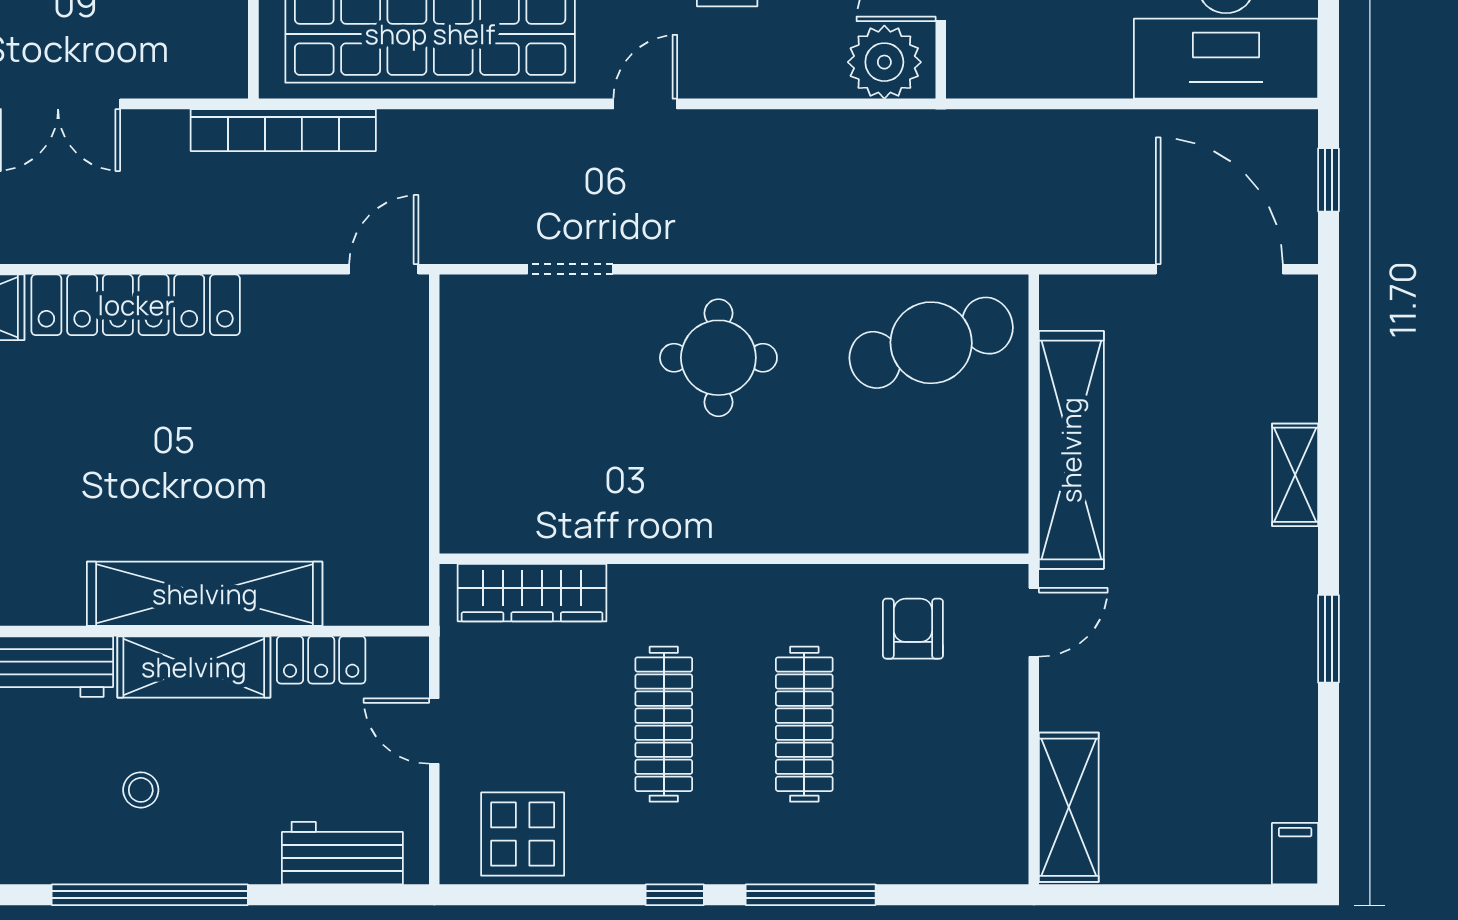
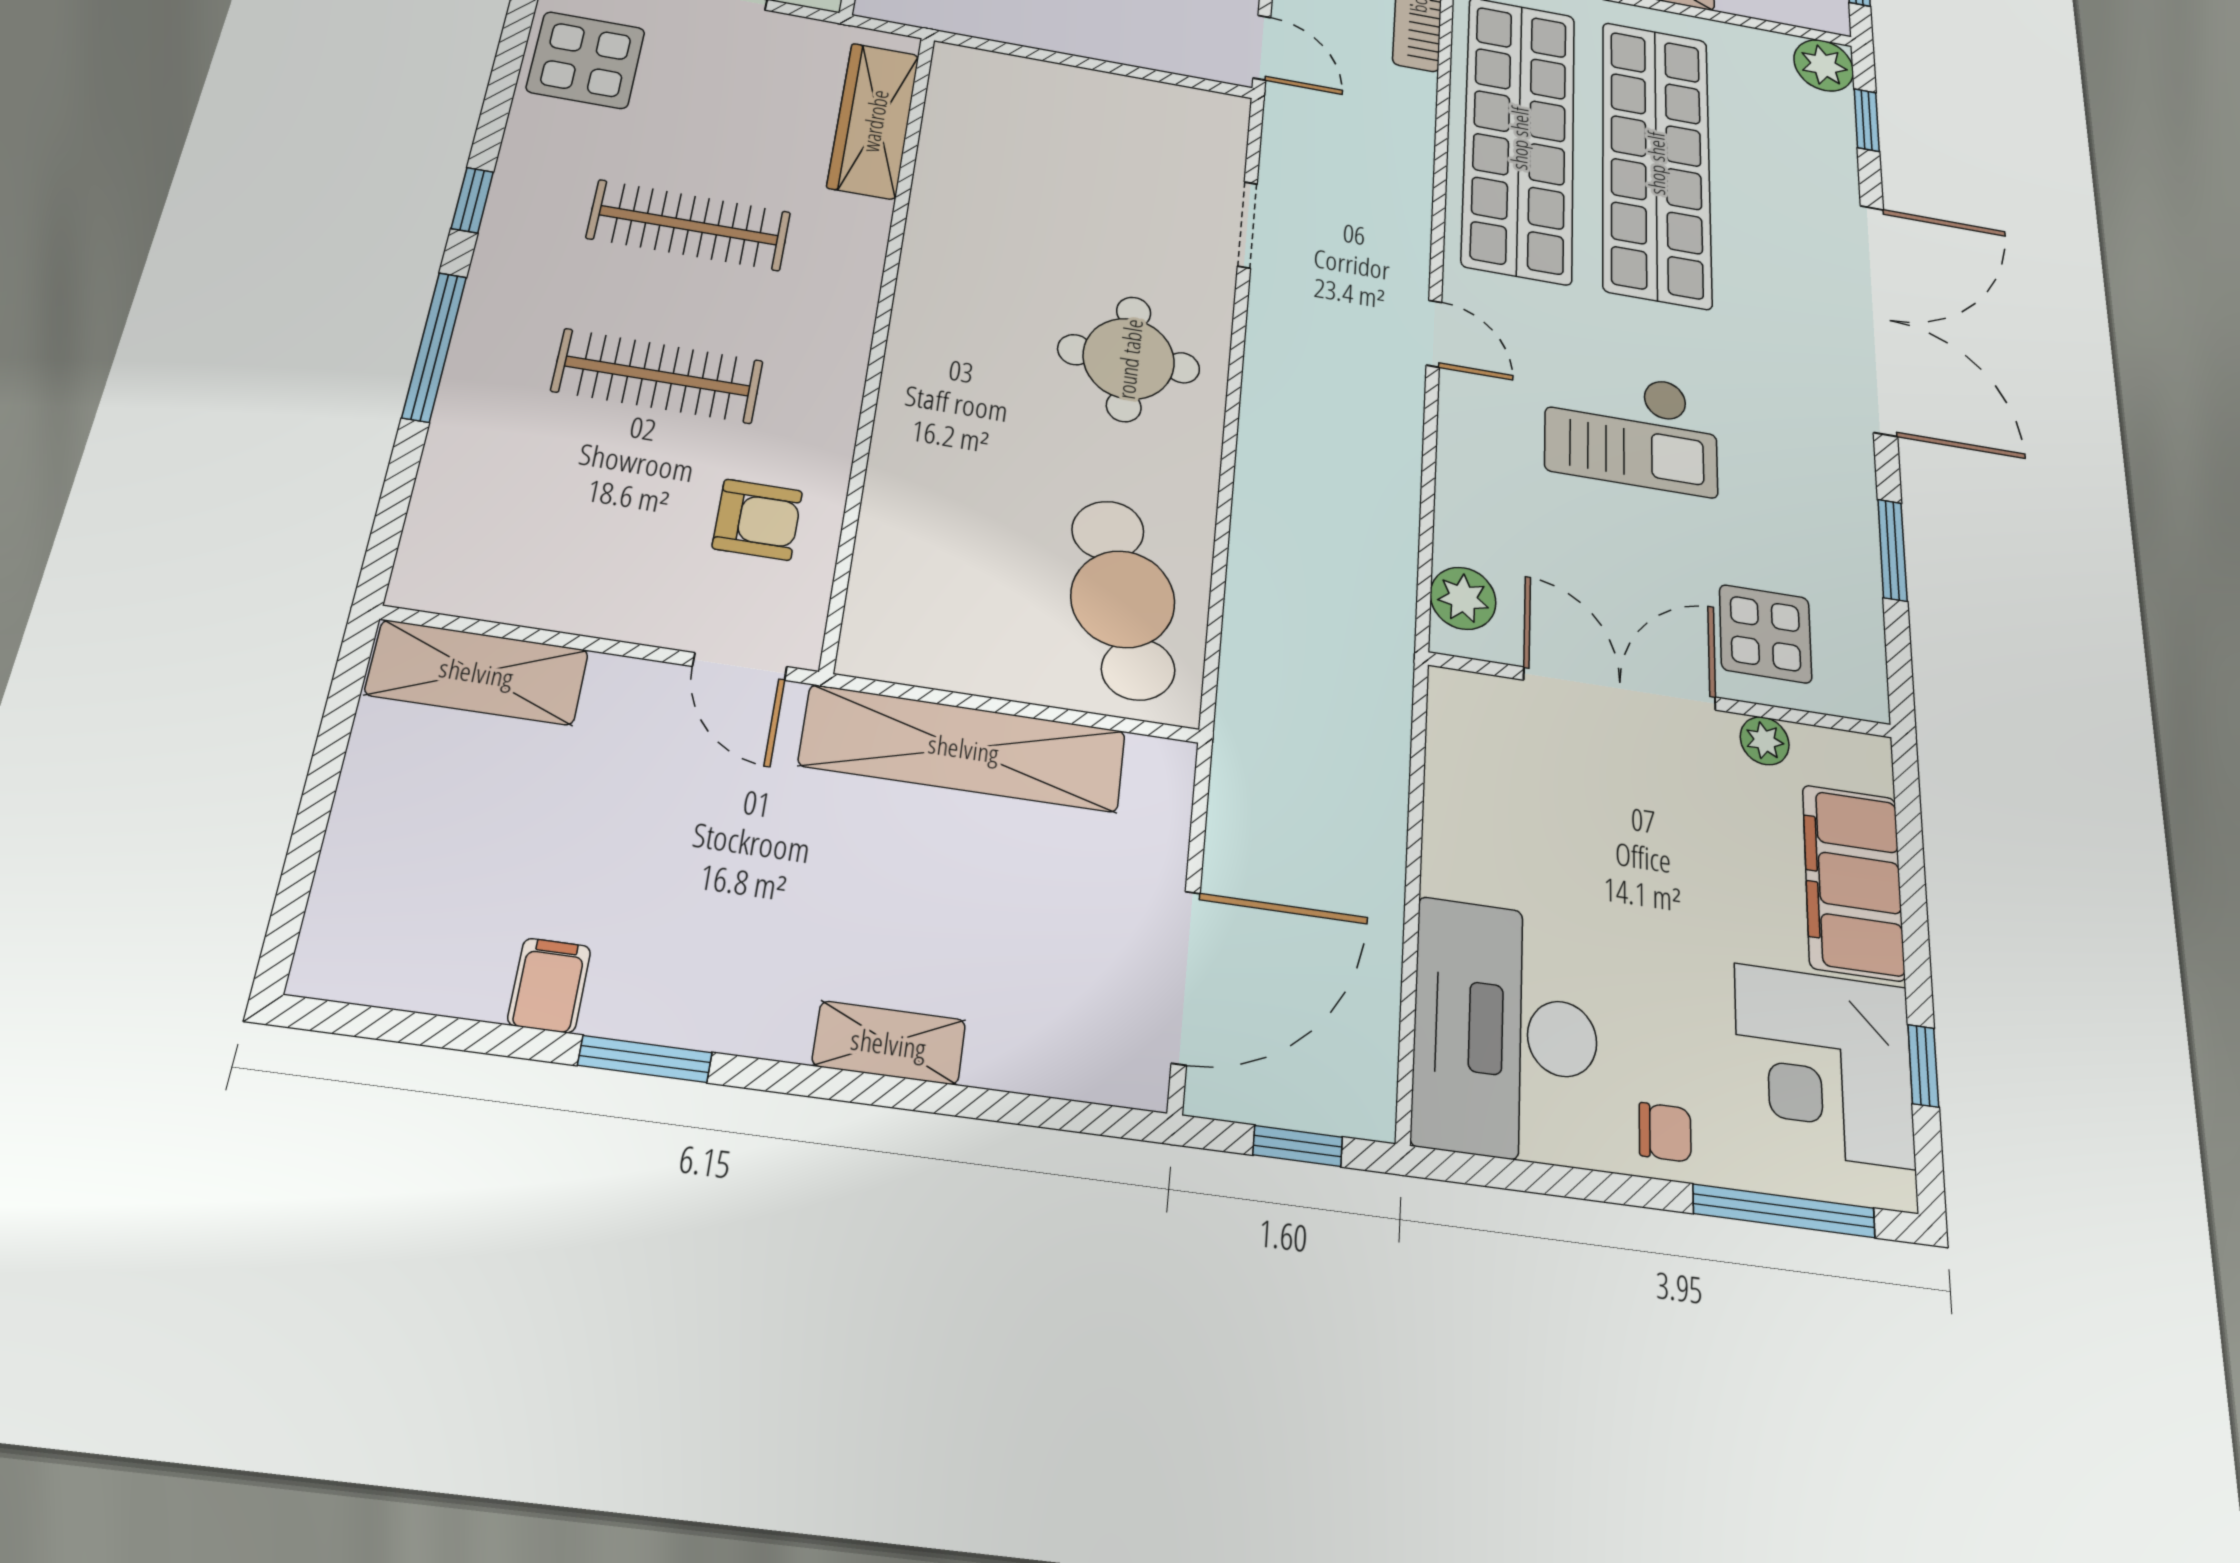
plant: (884, 62) -> (1463, 598), width x0.73, depth x0.73
filing cabinet: (1295, 854) -> (549, 985), moved, turned -90

